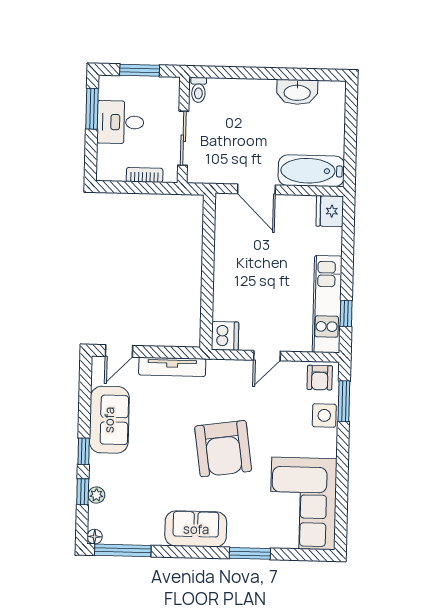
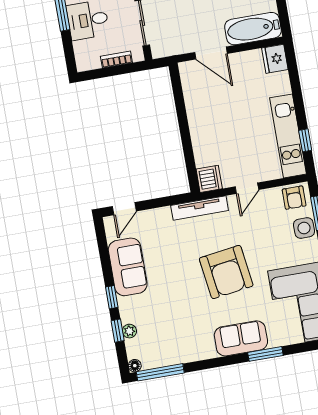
tv unit: (172, 367) -> (200, 208), moved
sofa: (196, 529) -> (241, 338), moved

